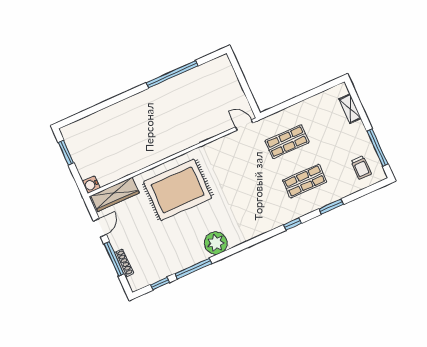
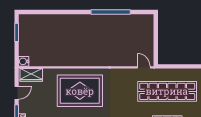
shop shelf: (287, 142) -> (167, 91), width x2.00, depth x1.36
wardrobe: (115, 194) -> (31, 75), width x0.67

